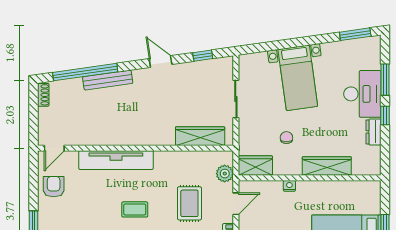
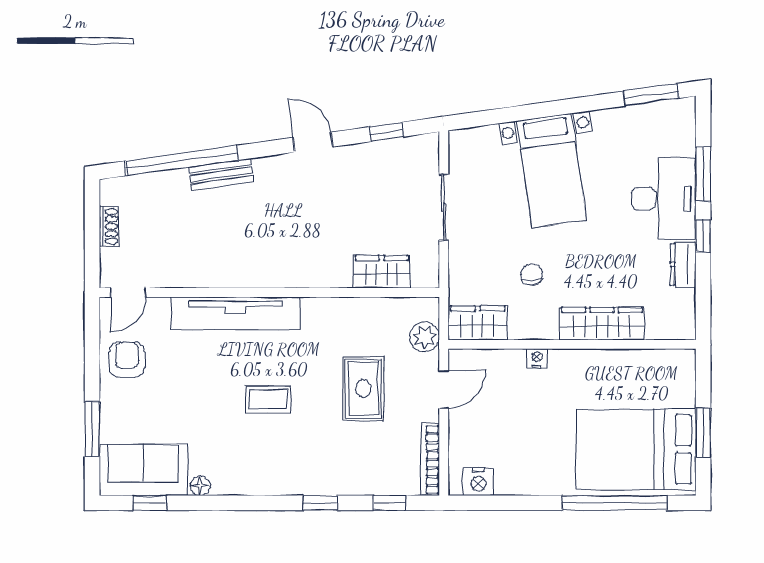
bench: (108, 80) -> (221, 174), width x0.73
shoe rack: (43, 95) -> (109, 226), moved
wardrobe: (200, 136) -> (382, 272), width x0.67

